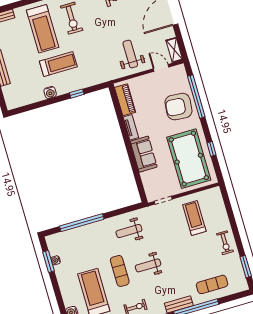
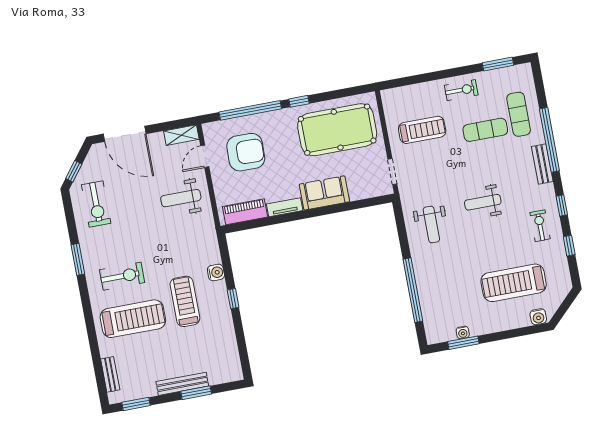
water cooler: (50, 93) -> (216, 272), moved
window: (77, 94) -> (233, 299), moved
armchair: (179, 107) -> (246, 152), moved, turned -94
window: (212, 149) -> (299, 101), moved
treadmill: (194, 218) -> (422, 130), turned 180
weight bench: (148, 265) -> (483, 202), turned 90
exercise mat: (120, 271) -> (485, 130), moved

